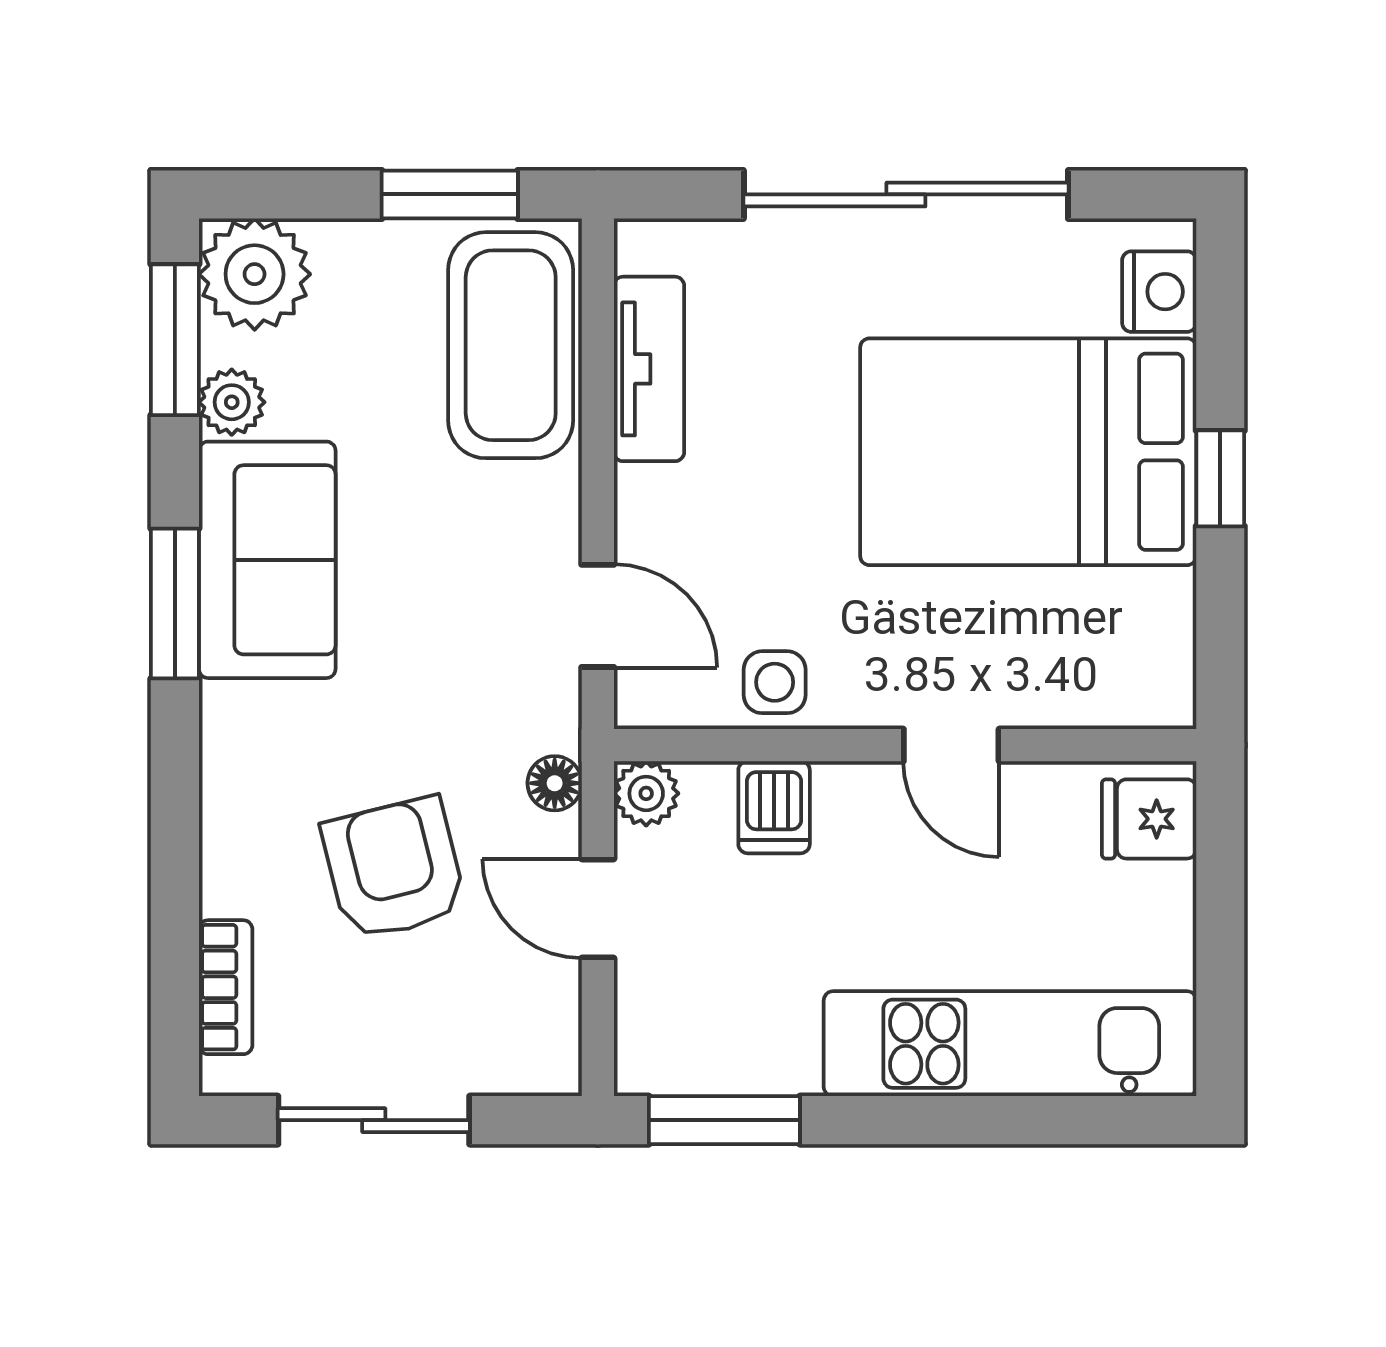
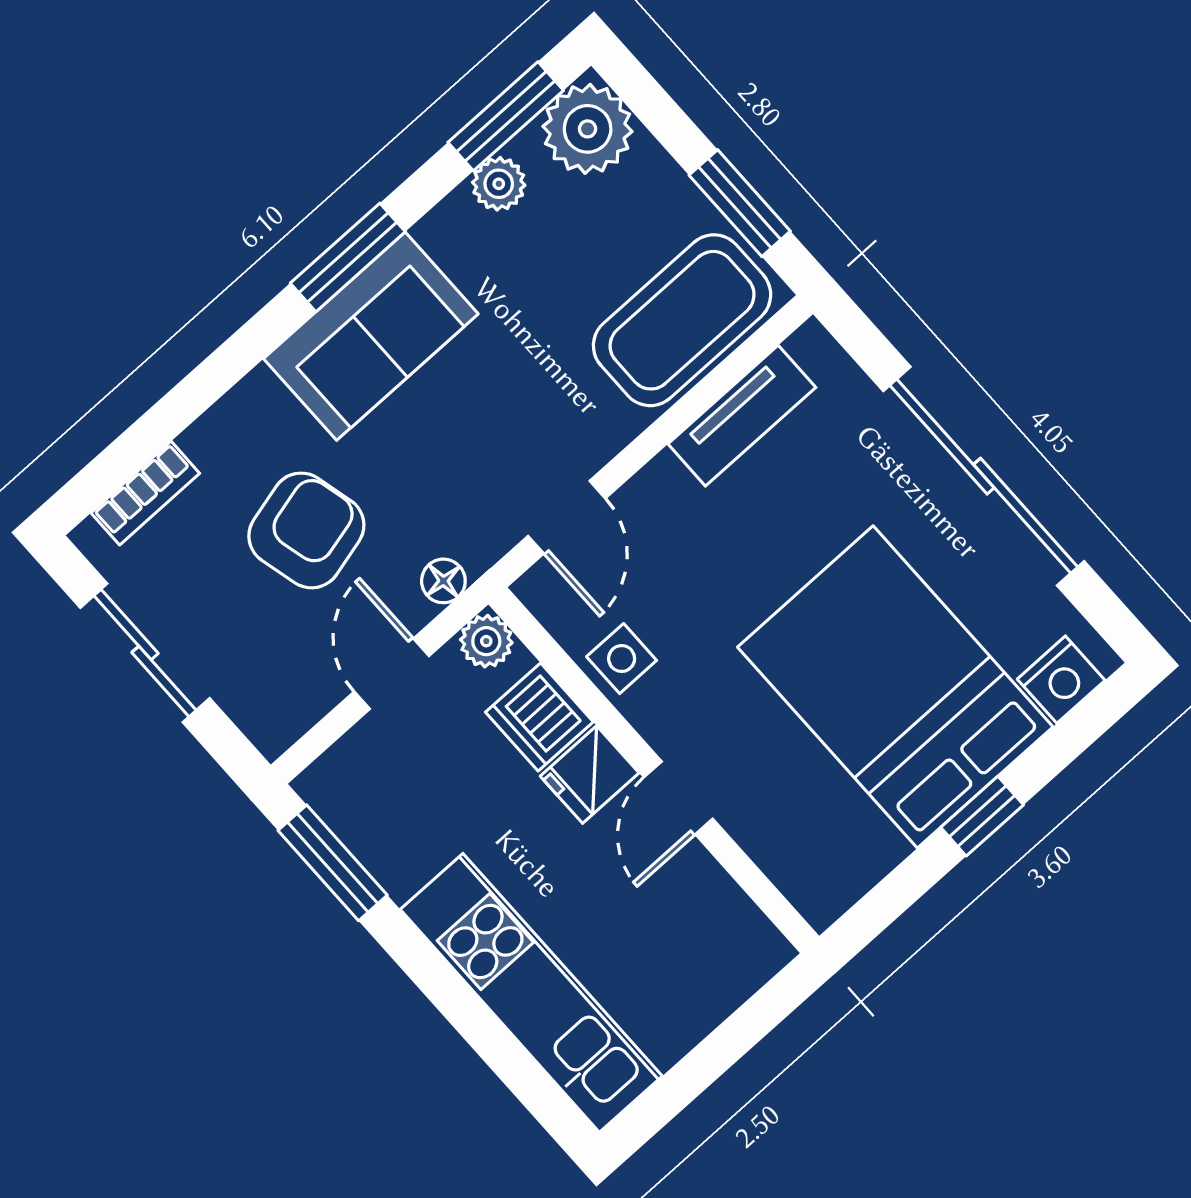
sofa: (267, 560) -> (371, 336), moved
dishwasher: (774, 807) -> (539, 717), width x1.38
fridge: (1149, 819) -> (590, 775), moved, turned -90

